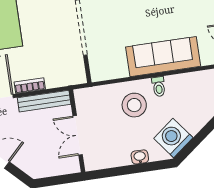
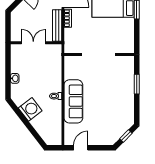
stool: (134, 105) -> (47, 80), removed
washing machine: (173, 138) -> (30, 109), moved

